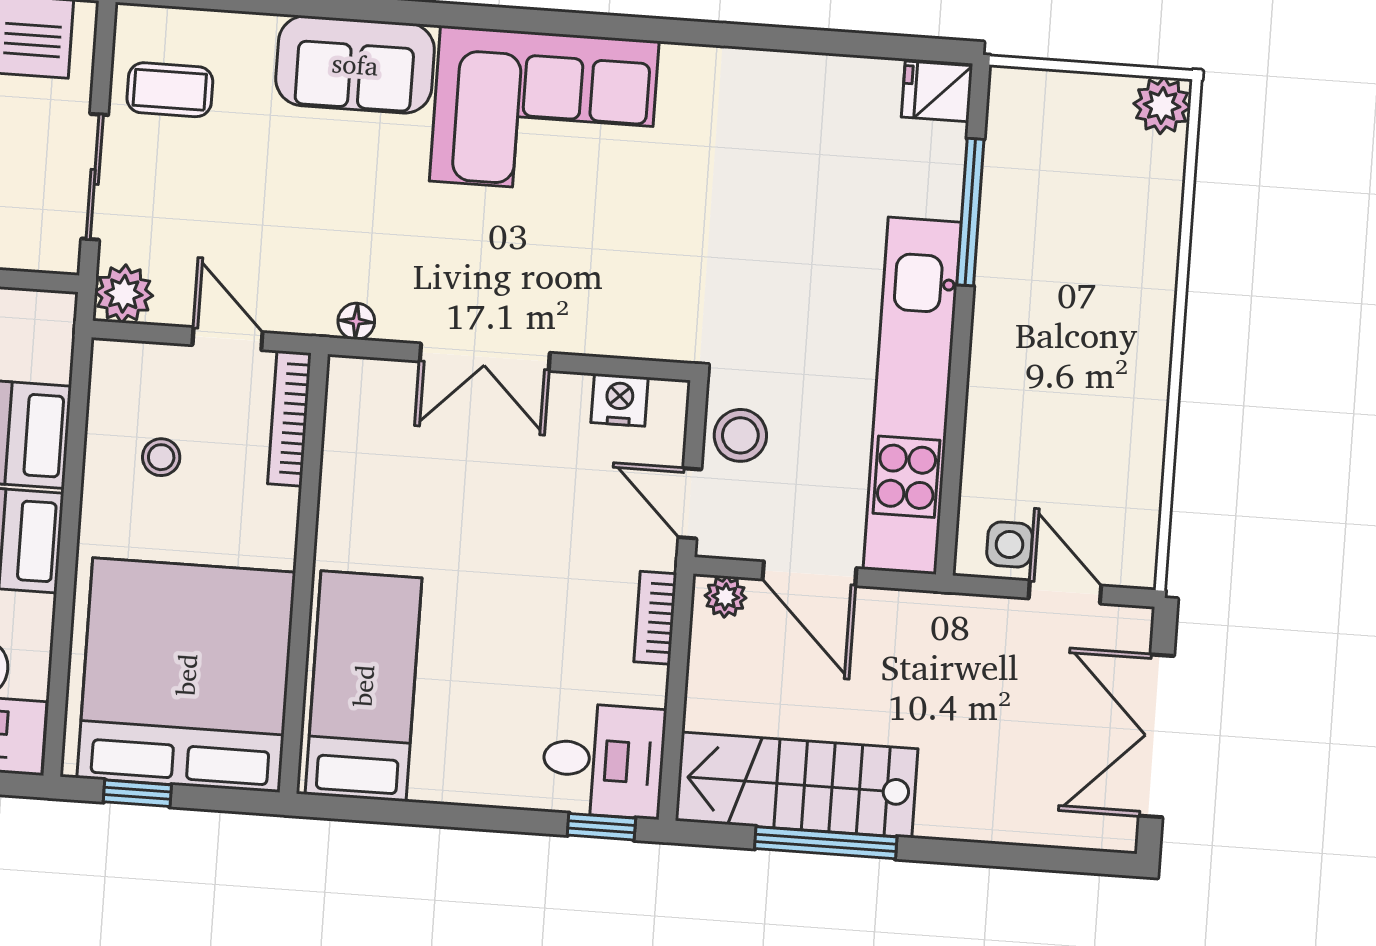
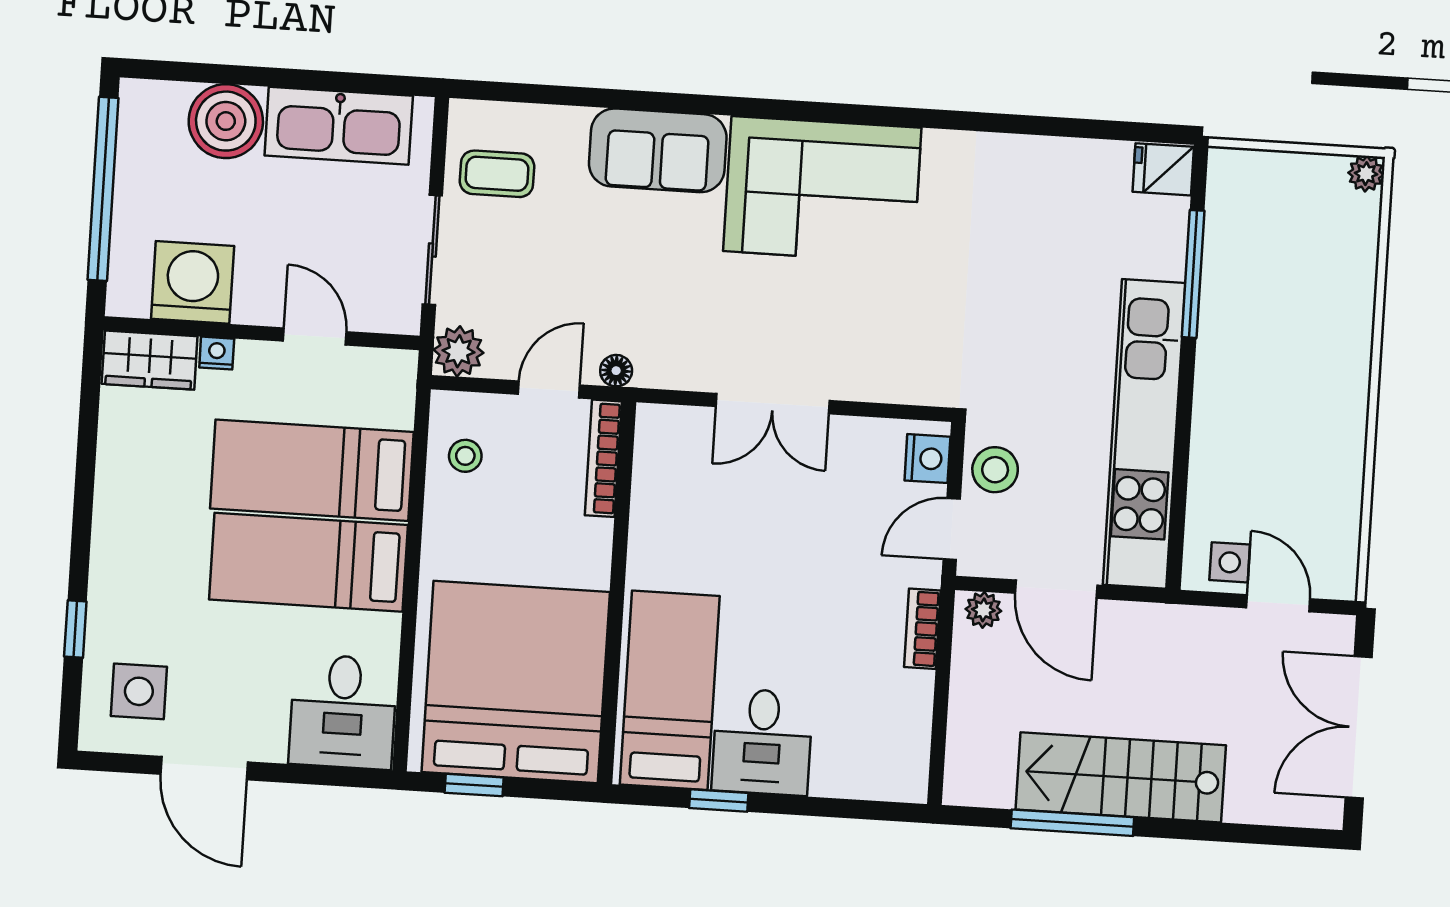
plant: (1162, 106) -> (1366, 174), width x0.73, depth x0.73
floor lamp: (356, 321) -> (616, 371), moved
door: (228, 339) -> (549, 390), hinge flipped
nightstand: (620, 400) -> (927, 459), moved, turned 90
stool: (161, 457) -> (465, 456), moved
door: (690, 503) -> (952, 529), hinge flipped
desk: (603, 760) -> (762, 742), moved, turned 90
stairs: (797, 785) -> (1121, 777), moved
window: (601, 827) -> (719, 800), moved

